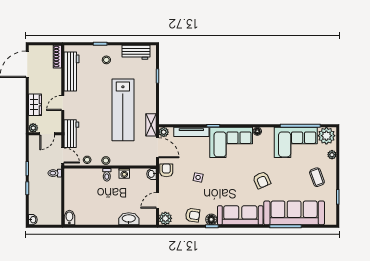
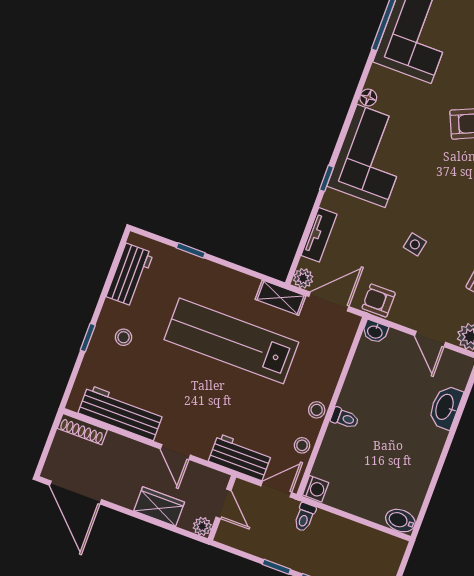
lab bench: (123, 110) -> (231, 341), turned 180
tv unit: (191, 132) -> (319, 235), width x0.71
washing machine: (124, 173) -> (316, 489), moved

